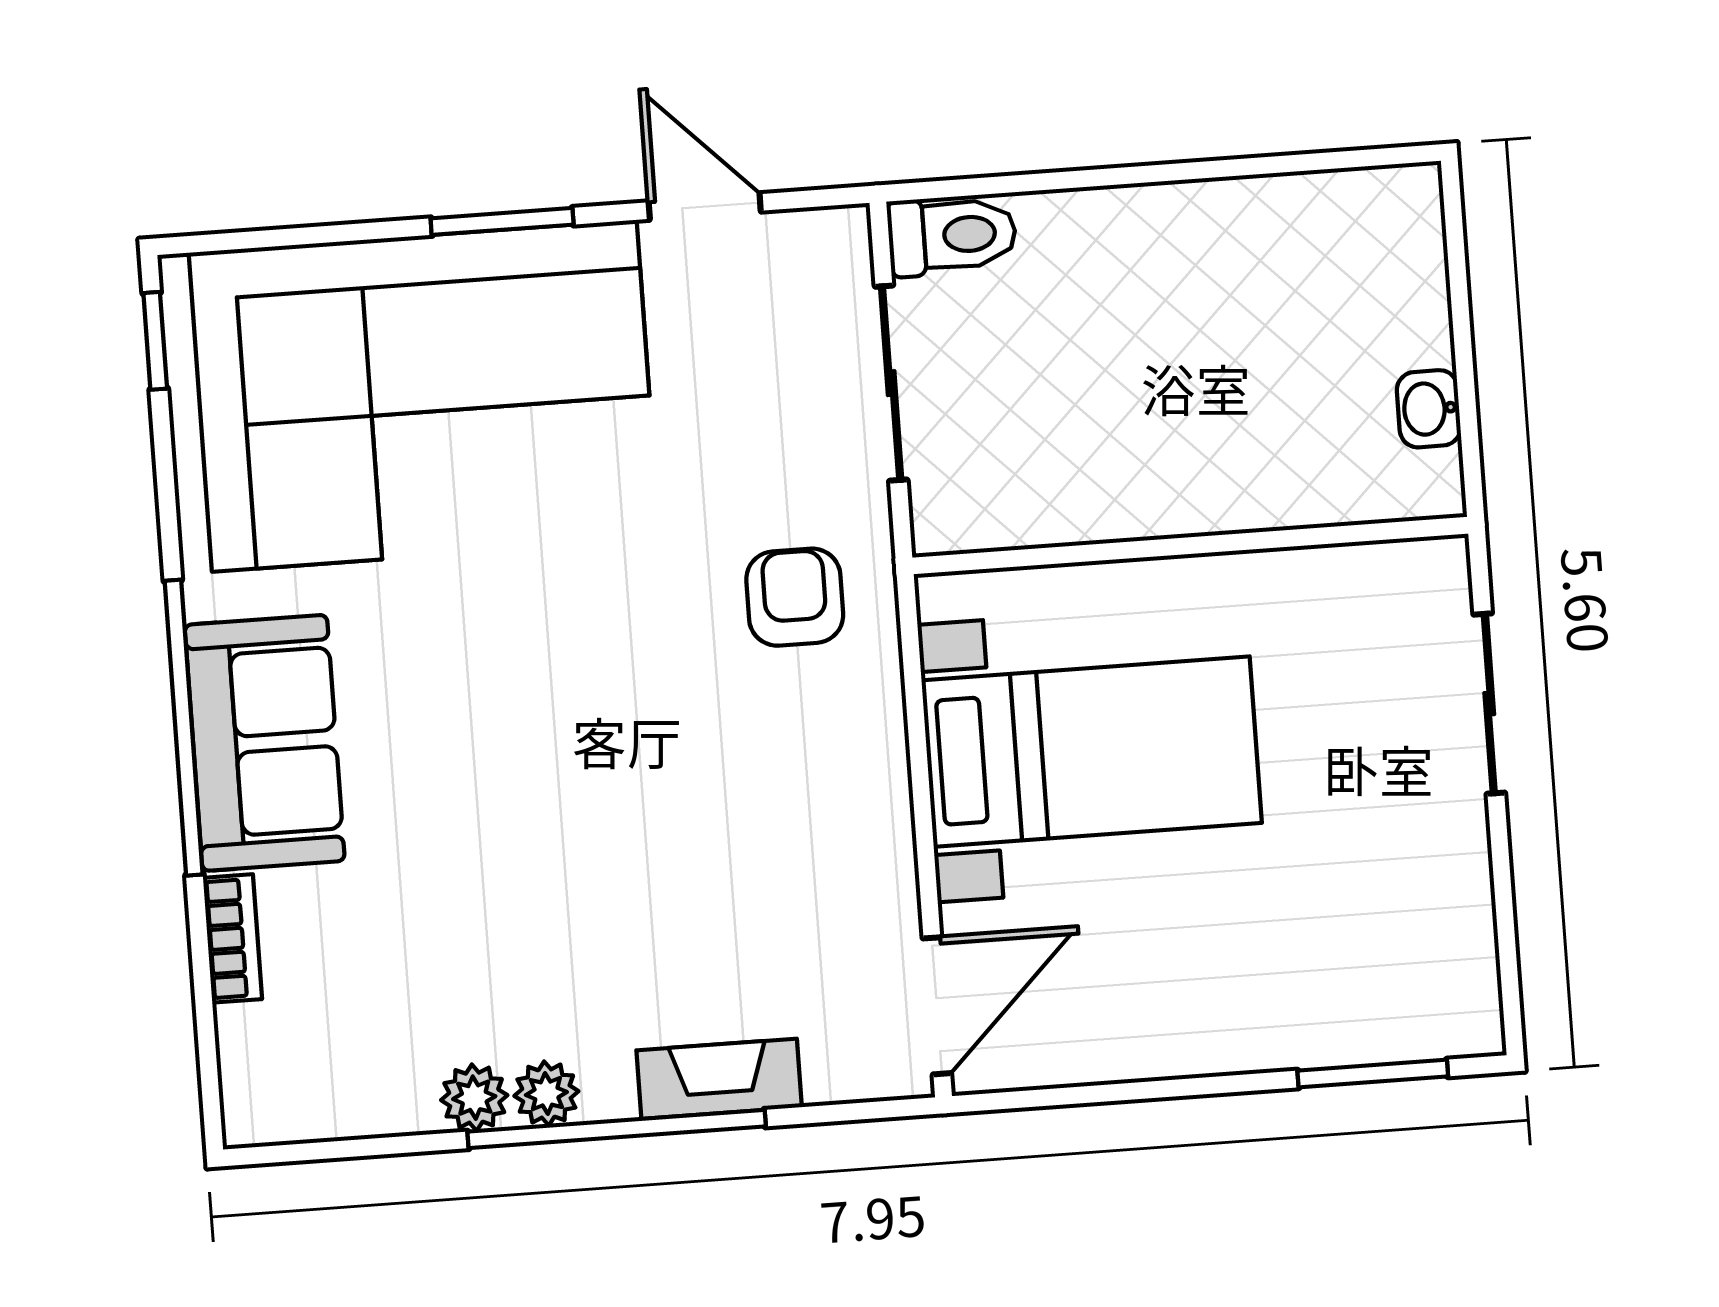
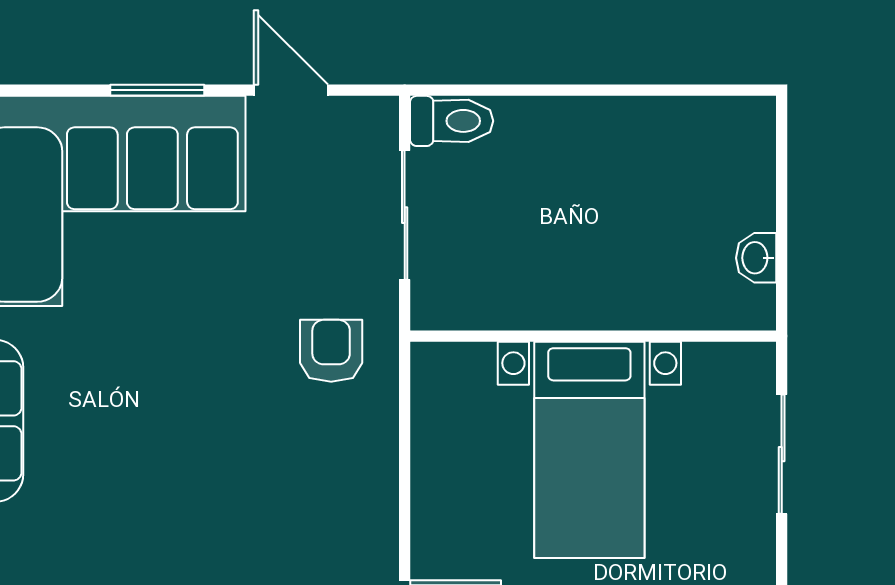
bed with nightstands: (1092, 752) -> (589, 450), moved, turned 90

